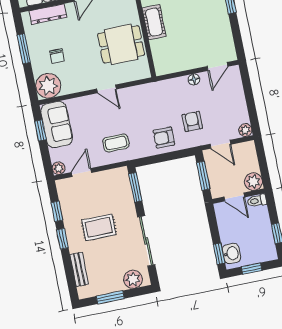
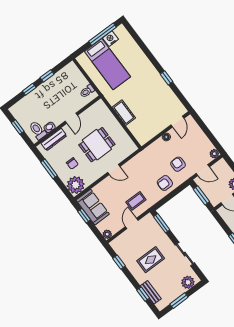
dining table: (121, 44) -> (97, 145), moved
door: (81, 172) -> (132, 223), moved
window: (62, 239) -> (143, 294), moved
sliding door: (146, 241) -> (185, 254), width x0.73

